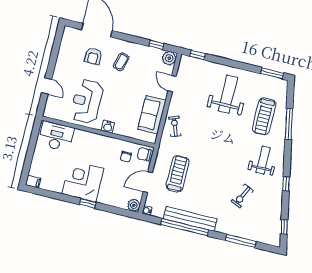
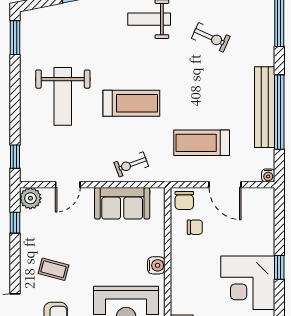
weight bench: (228, 94) -> (63, 96), turned -90
treadmill: (264, 116) -> (131, 103), moved
plant: (134, 205) -> (265, 197), removed

